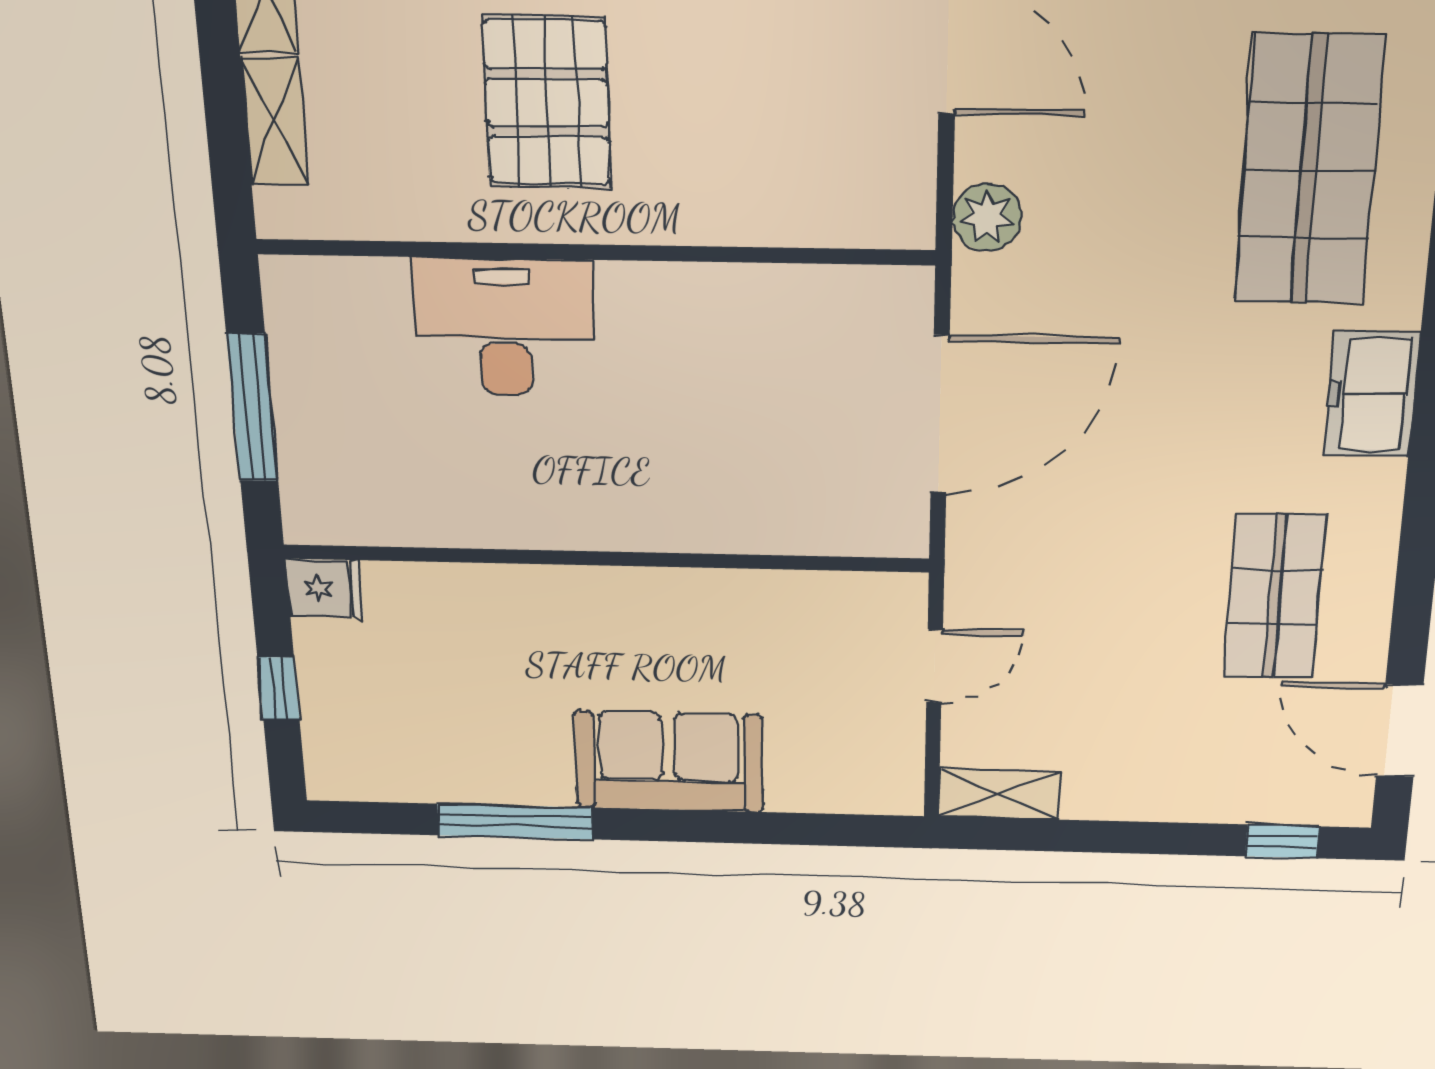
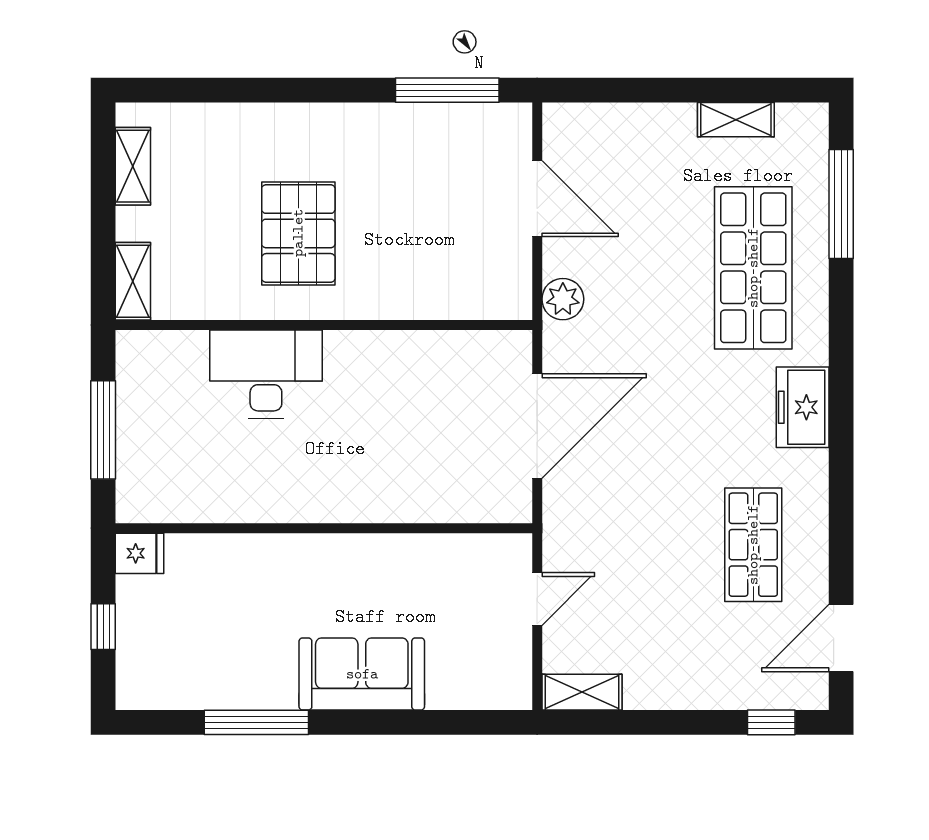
shelving: (275, 122) -> (133, 281), moved
door: (1400, 731) -> (841, 638), hinge flipped

